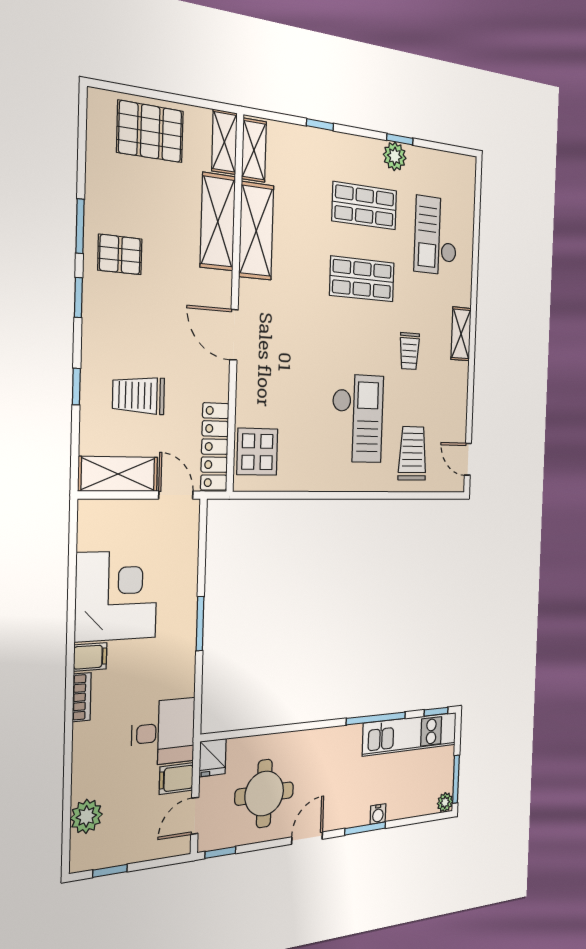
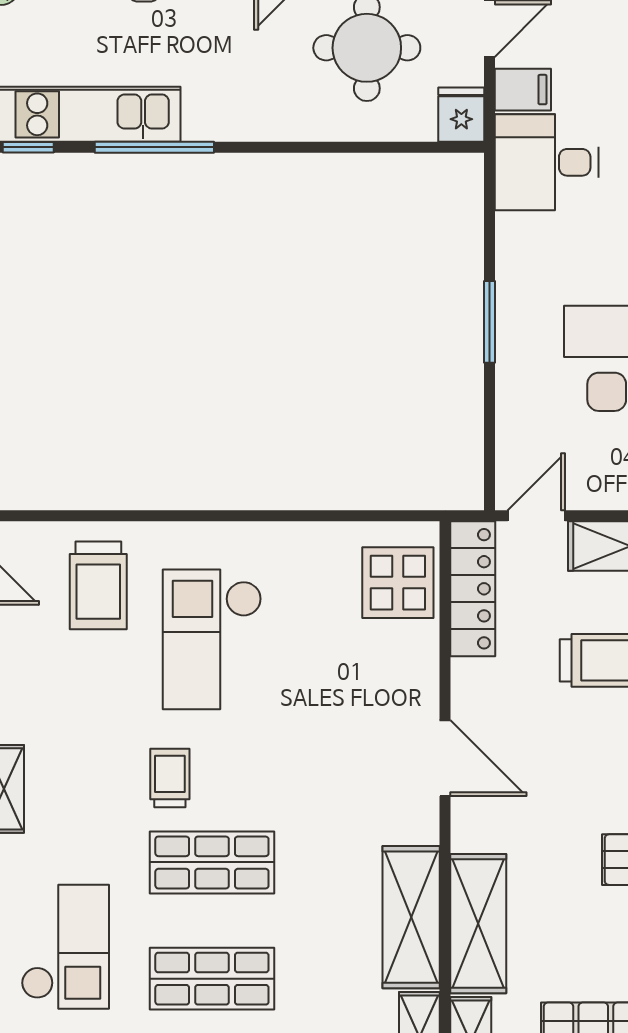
trolley: (409, 351) -> (170, 778), moved
door: (176, 495) -> (536, 516), swing flipped

